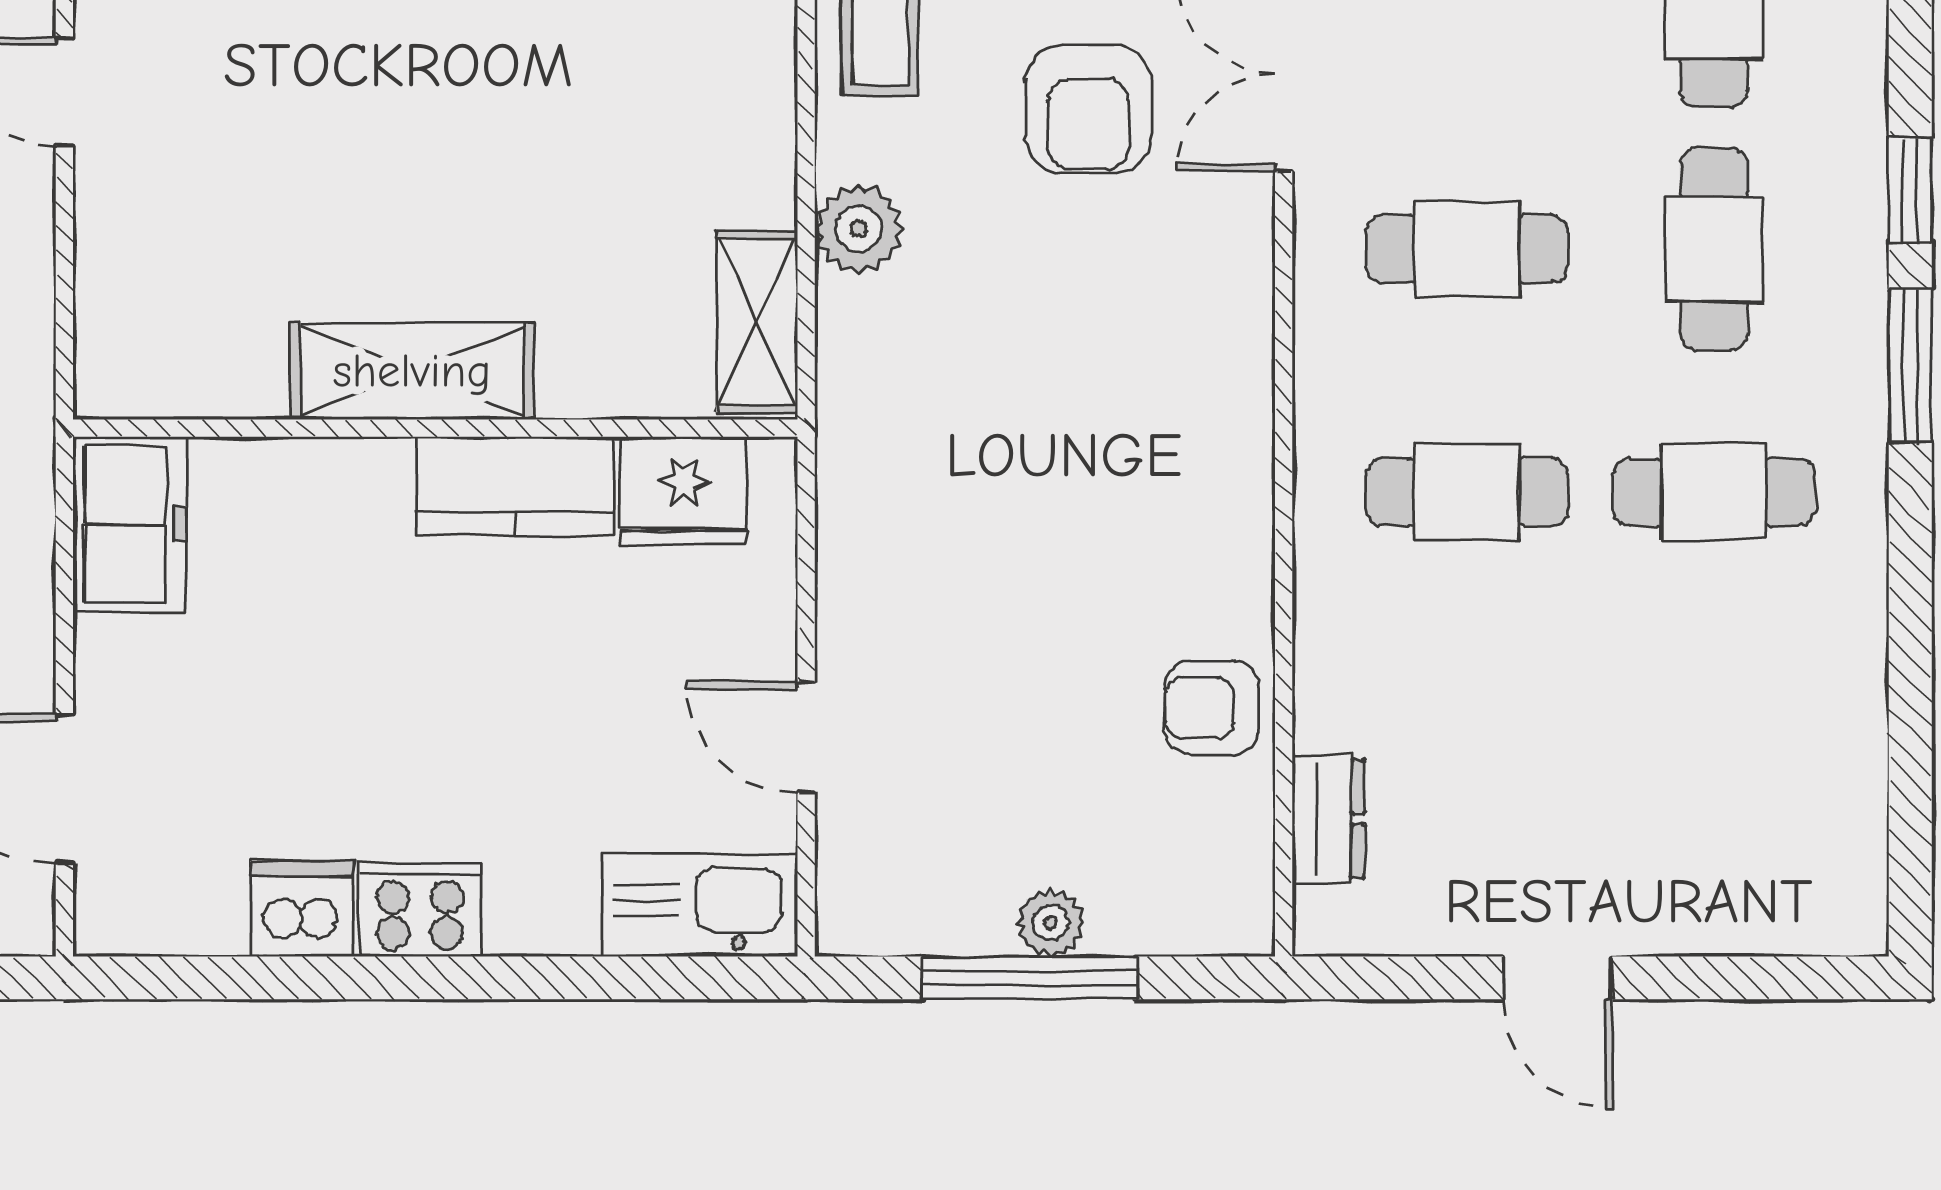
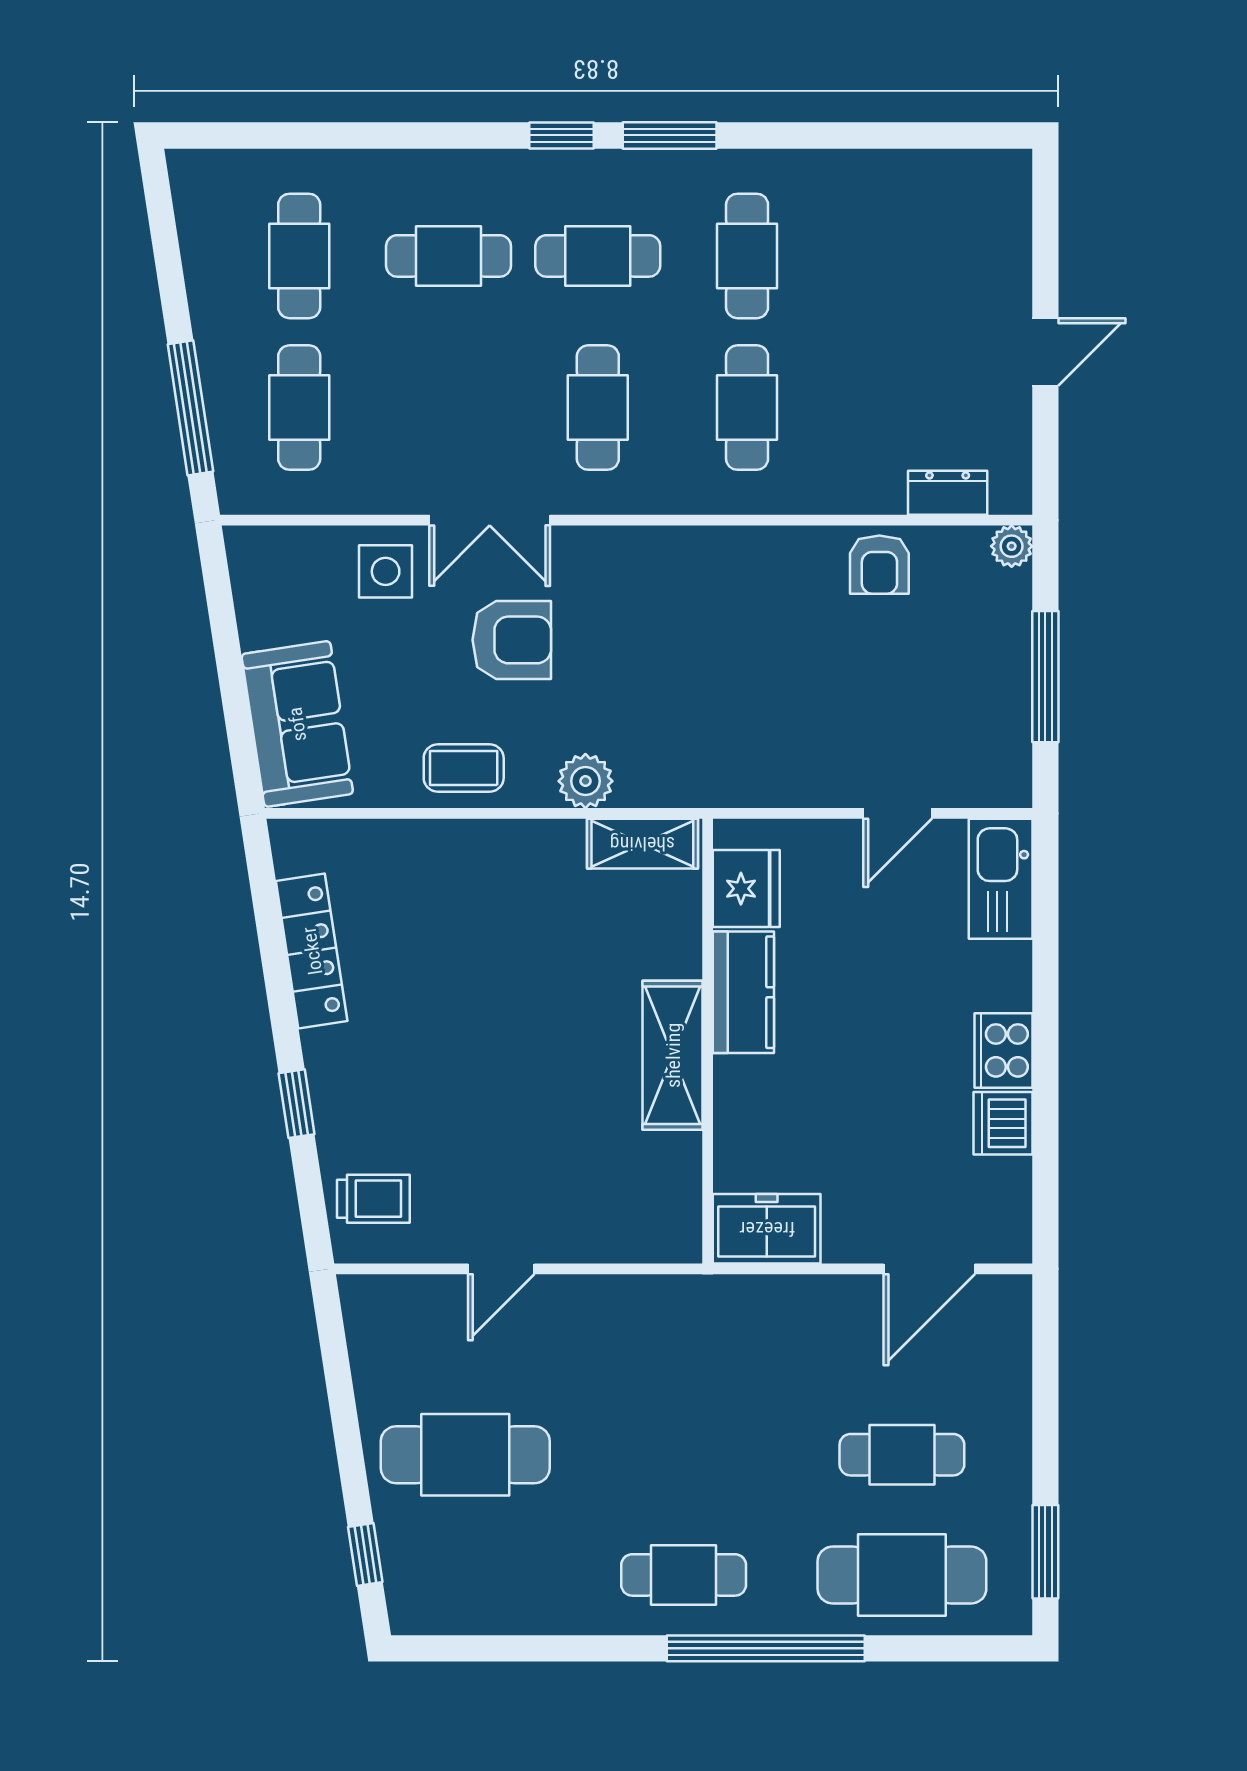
plant: (1051, 923) -> (1012, 546), moved

